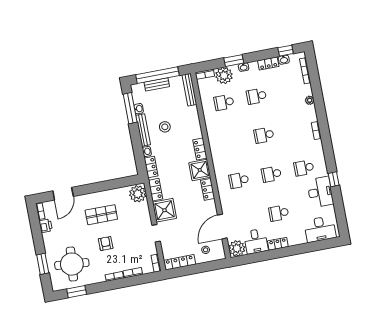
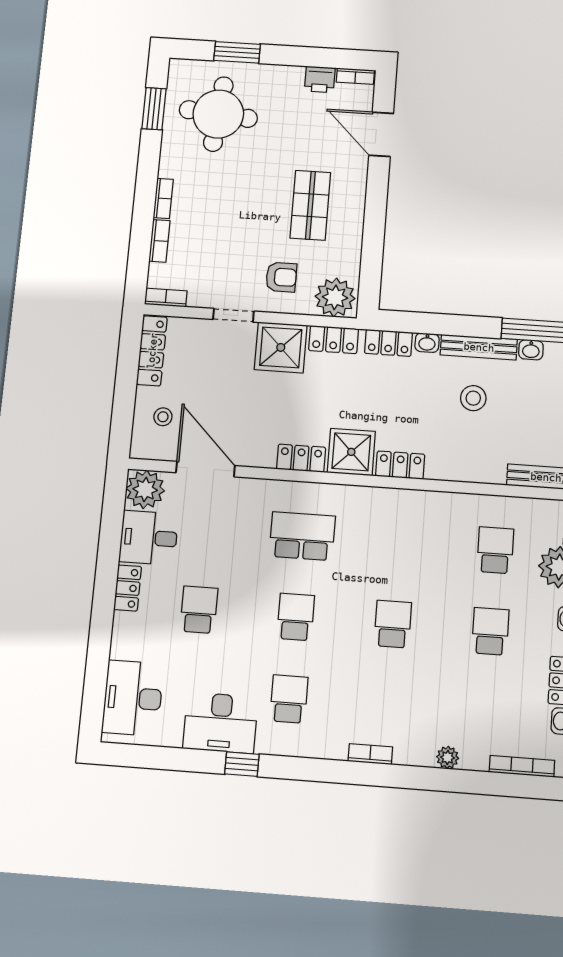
school desk: (239, 180) -> (302, 536), width x1.85
armchair: (106, 244) -> (281, 277), moved

